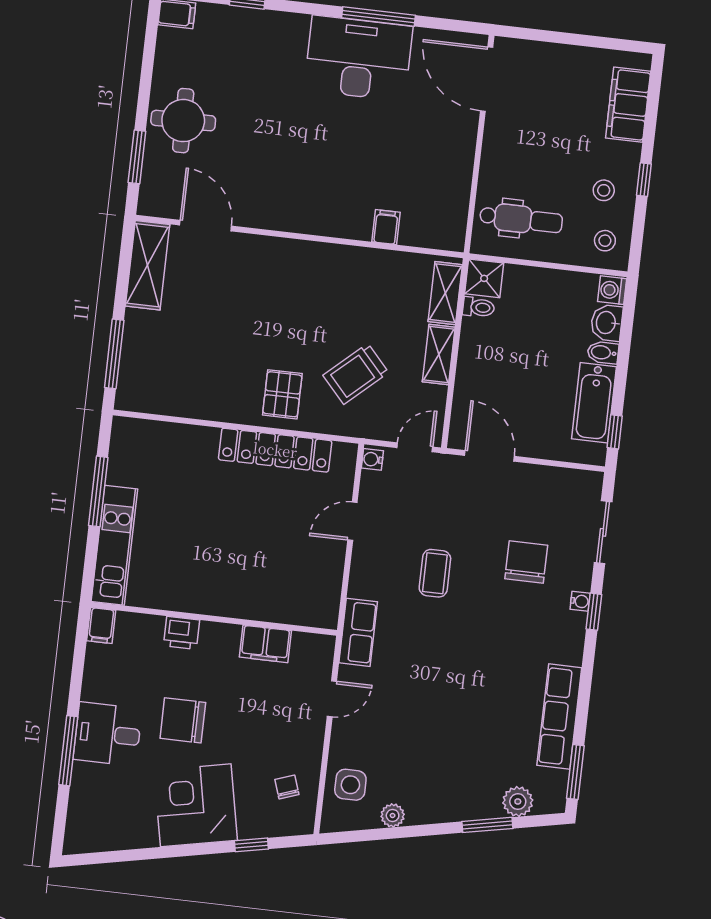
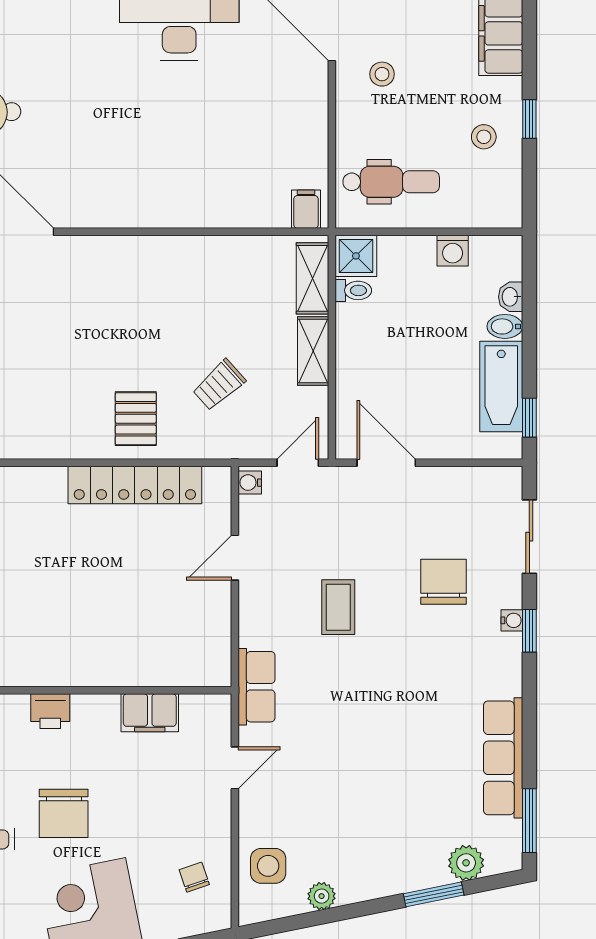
filing cabinet: (386, 227) -> (306, 209), moved
stool: (605, 241) -> (382, 74), moved
washing machine: (612, 290) -> (453, 251), moved, turned -90
washbasin: (607, 323) -> (511, 297), width x0.72, depth x0.69
trolley: (356, 374) -> (219, 385), width x0.73, depth x0.72
chair: (183, 720) -> (64, 813), turned -90

